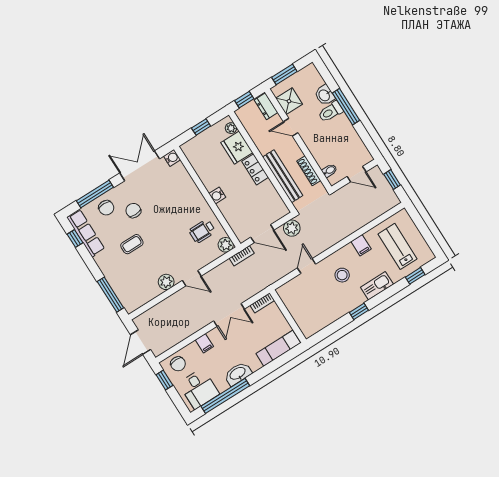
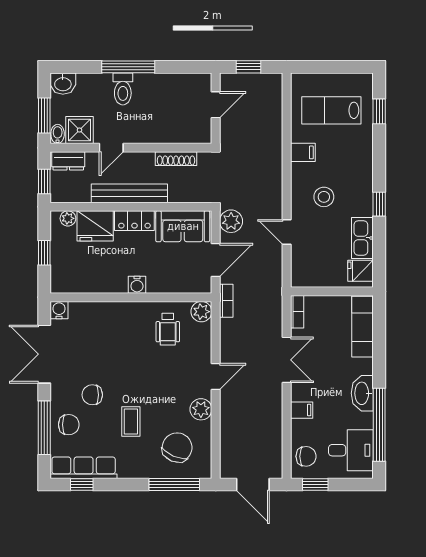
washbasin: (325, 95) -> (63, 84), moved
bidet: (329, 171) -> (58, 134), moved
bench: (283, 176) -> (129, 193), moved
sofa: (270, 201) -> (183, 226), added
chair: (134, 282) -> (177, 447), added
kitchen sink: (377, 286) -> (362, 238), moved
fridge: (311, 326) -> (360, 271), added

